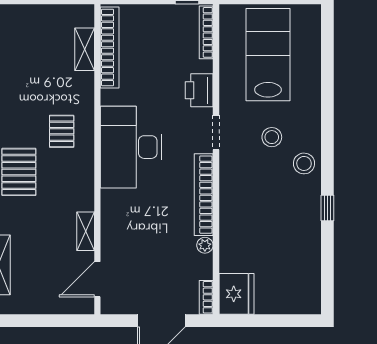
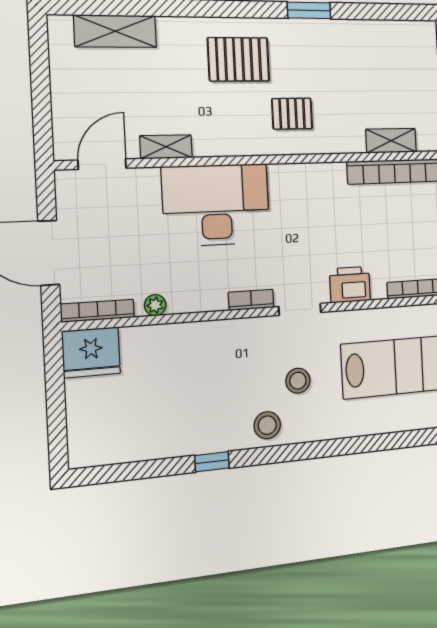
desk: (131, 147) -> (216, 205), moved
bookcase: (204, 195) -> (251, 300), width x0.43, depth x0.76
door: (97, 279) -> (102, 164), hinge flipped
bookcase: (206, 297) -> (98, 311), width x1.56

